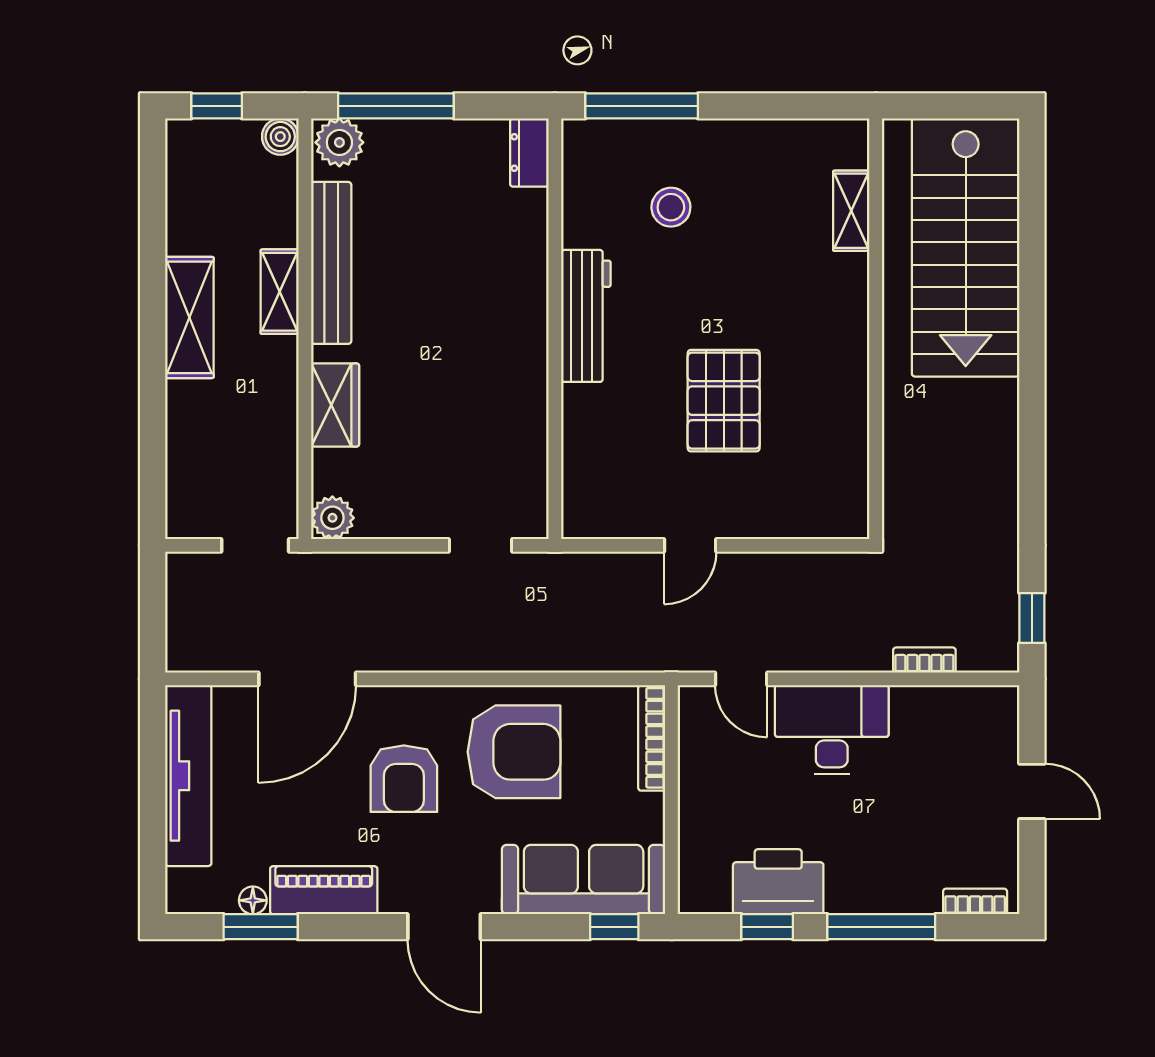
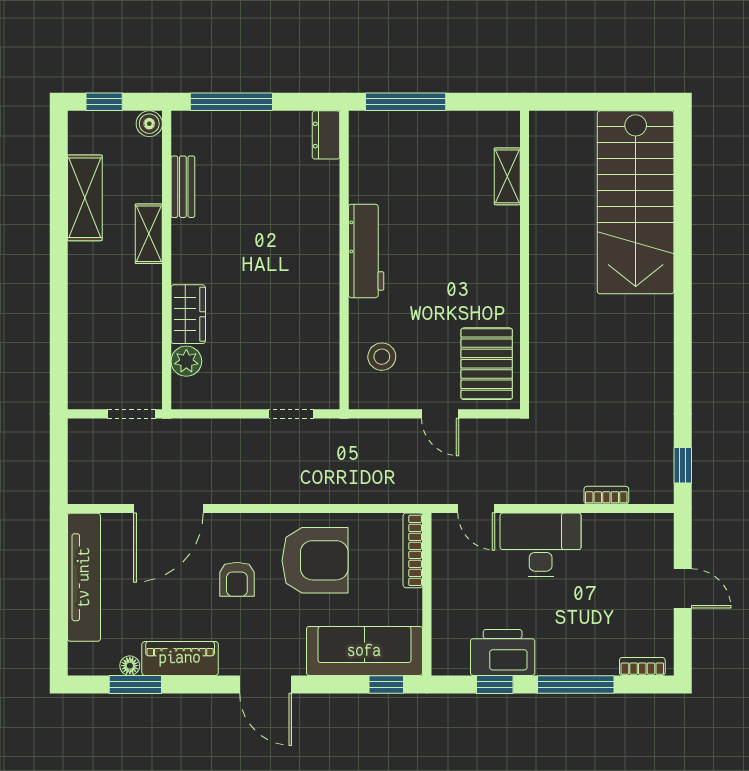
plant: (339, 142) -> (191, 128), removed
stool: (671, 207) -> (382, 357), moved
shelving: (851, 211) -> (507, 176), moved
bench: (331, 263) -> (183, 187), width x0.54, depth x0.82
shelving: (189, 317) -> (85, 198), moved
wall: (876, 329) -> (524, 260), moved
pallet: (724, 401) -> (487, 364), moved
plant: (332, 518) -> (186, 361), moved
door: (690, 545) -> (440, 414), hinge flipped
armchair: (404, 779) -> (237, 579), width x0.72, depth x0.72

